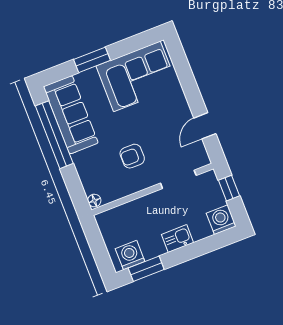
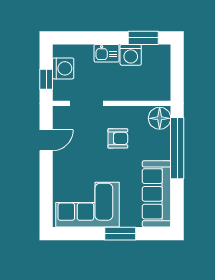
window: (54, 135) -> (177, 148), moved
floor lamp: (94, 201) -> (160, 118), width x1.89, depth x1.89
washing machine: (221, 220) -> (63, 68), moved, turned -90
washing machine: (130, 255) -> (131, 55), moved

